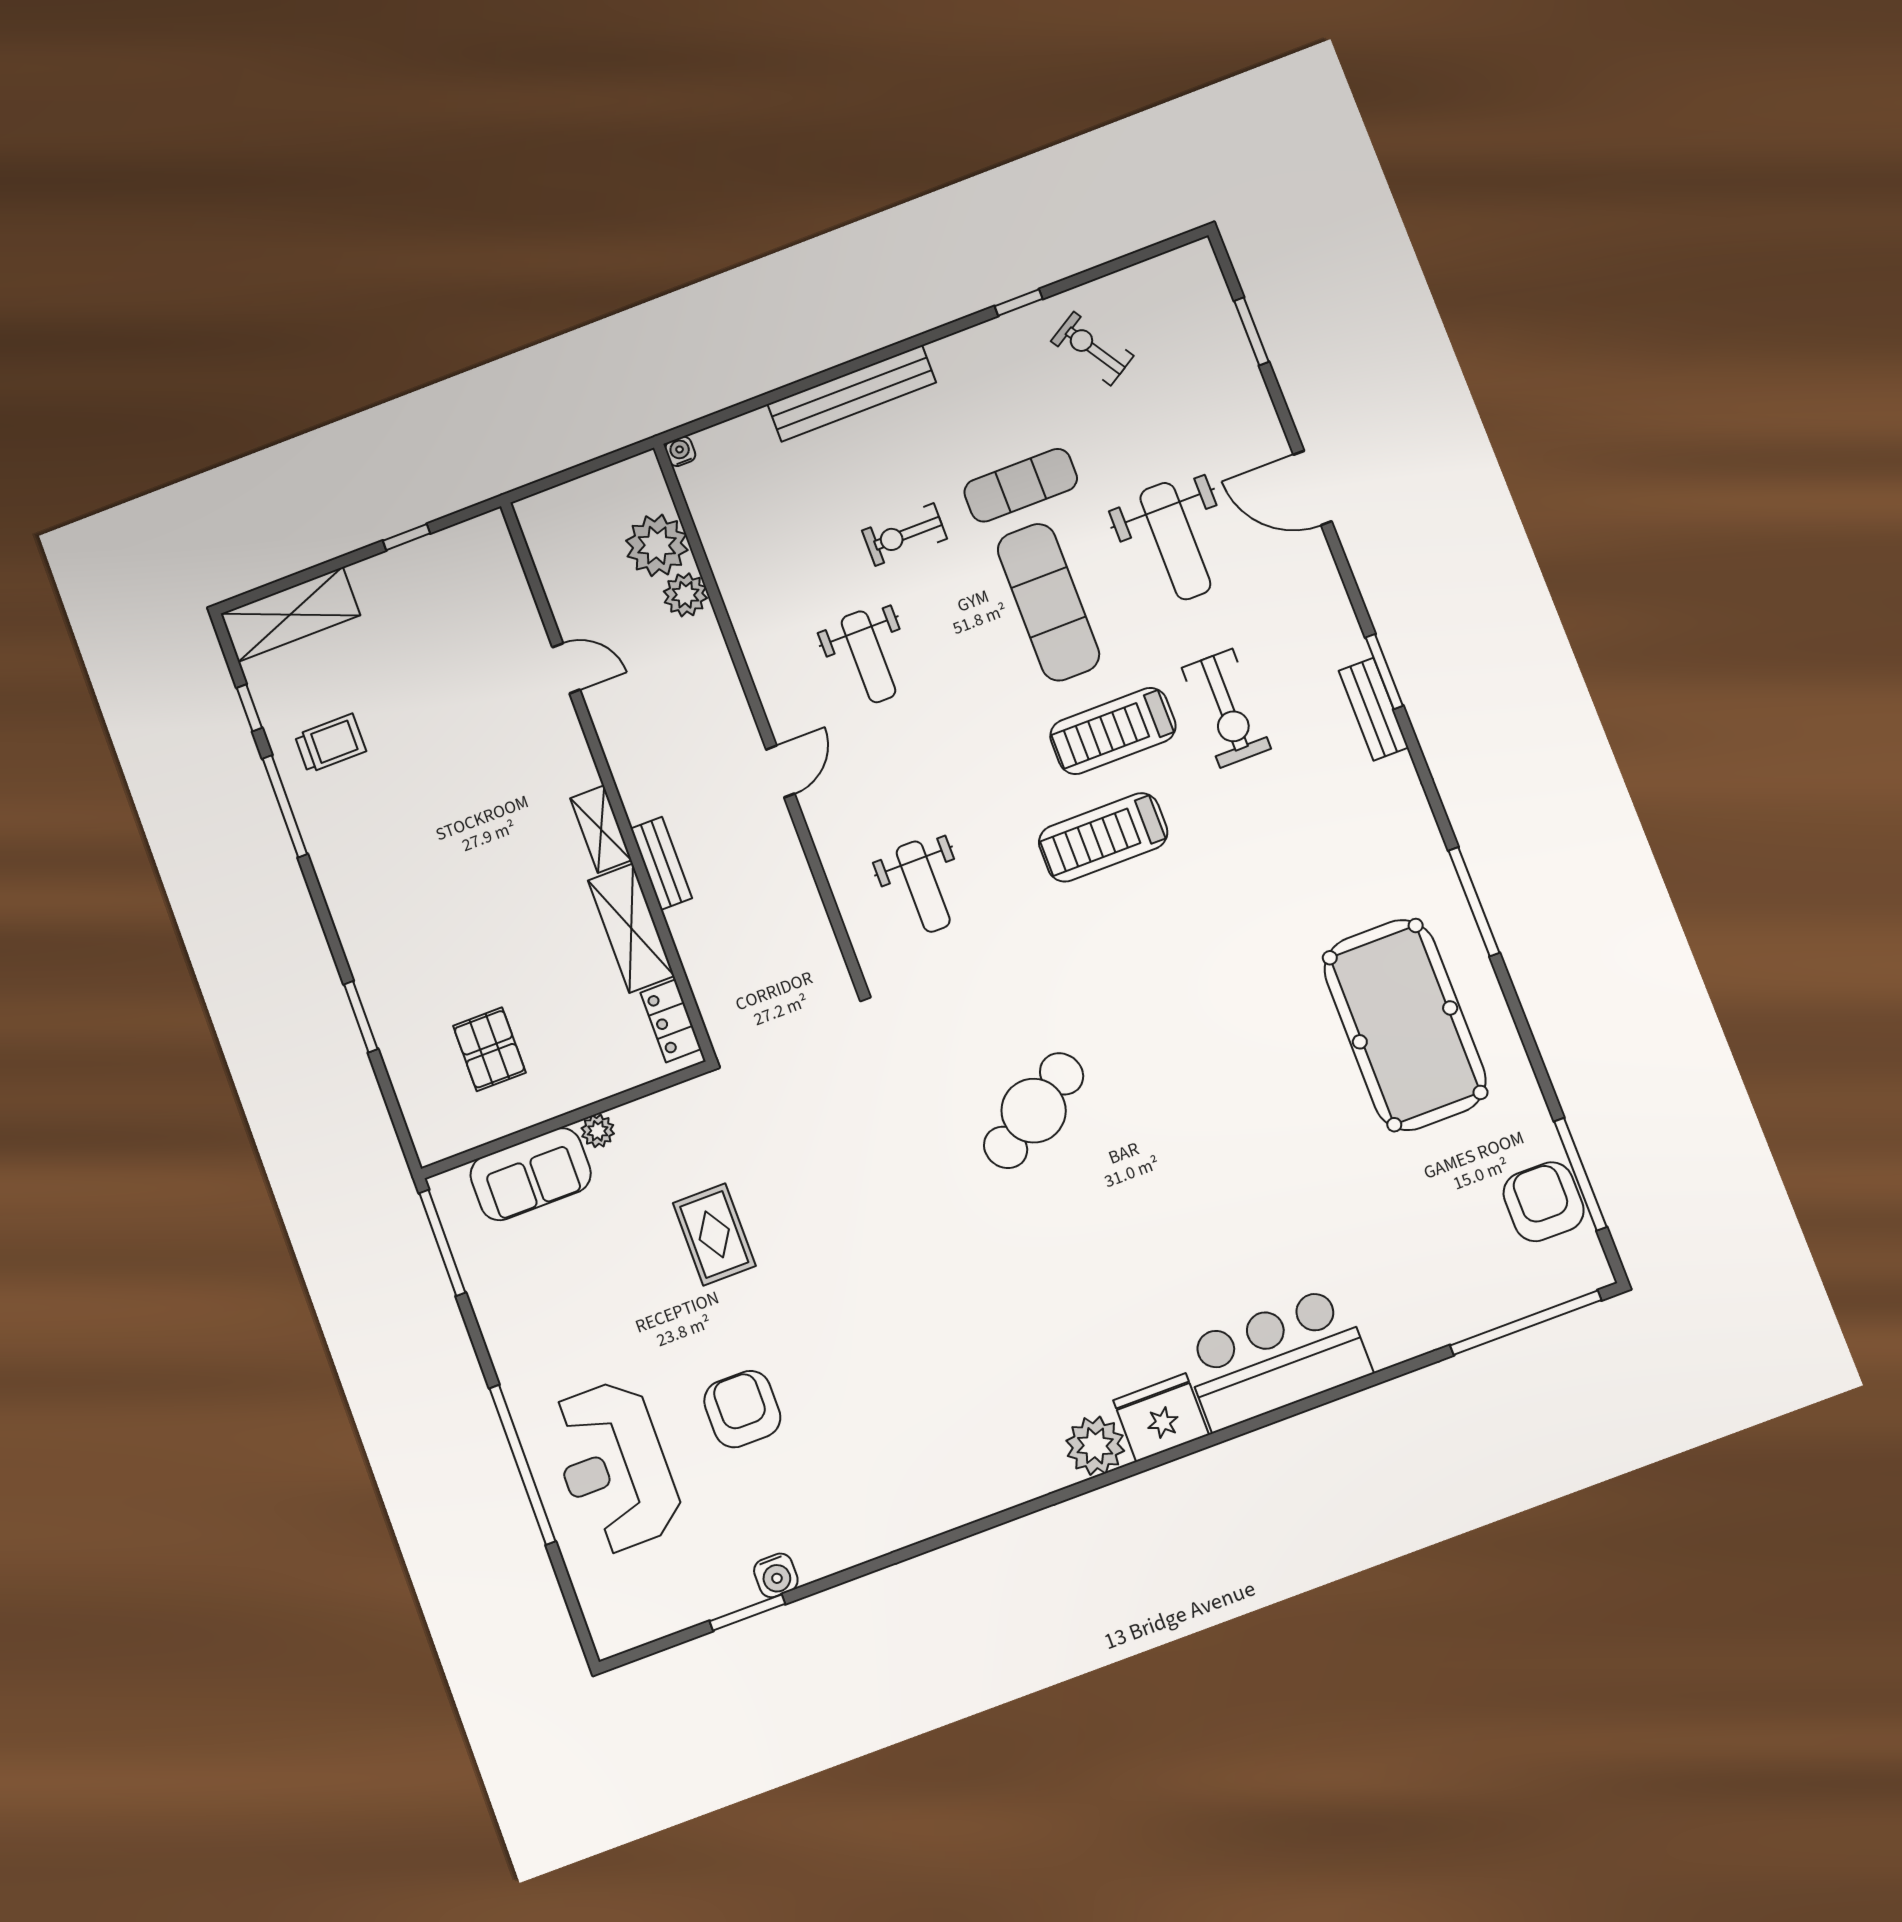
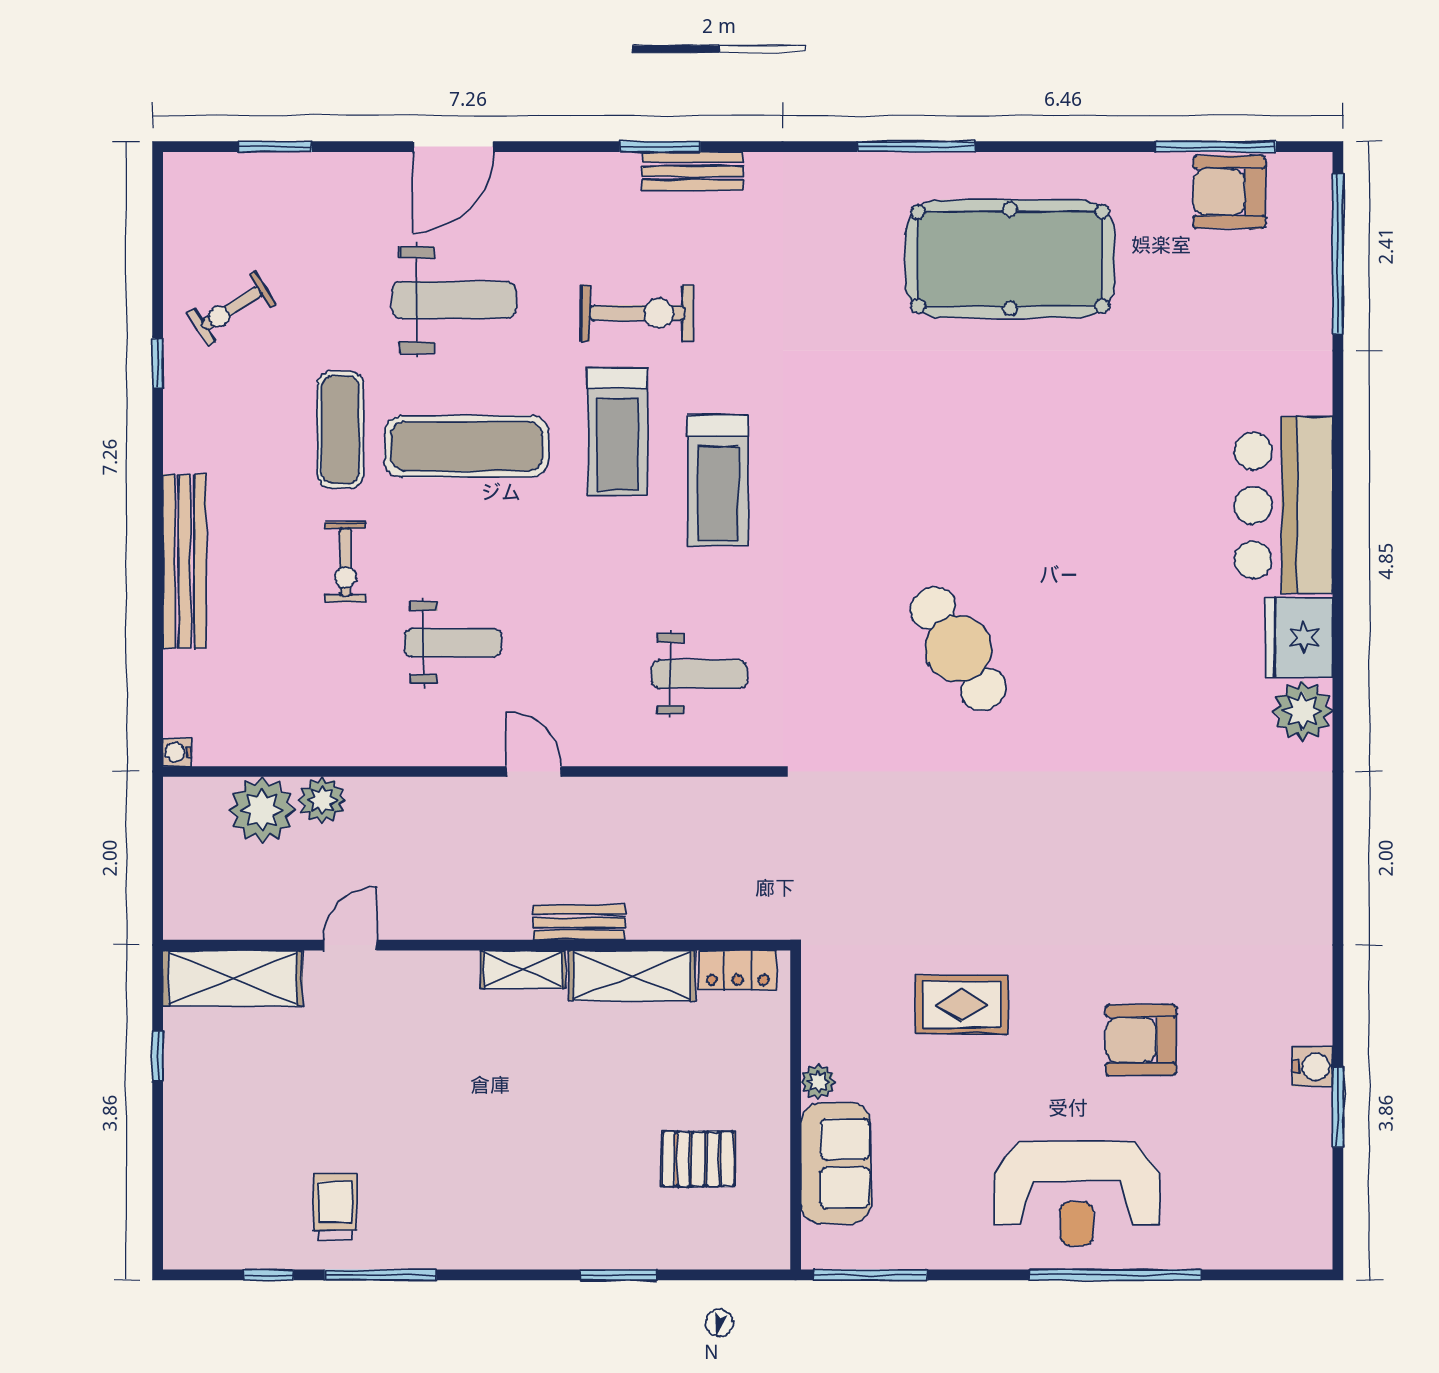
shelving: (290, 614) -> (233, 978), moved, turned 90
reception desk: (614, 1467) -> (1077, 1193), moved

